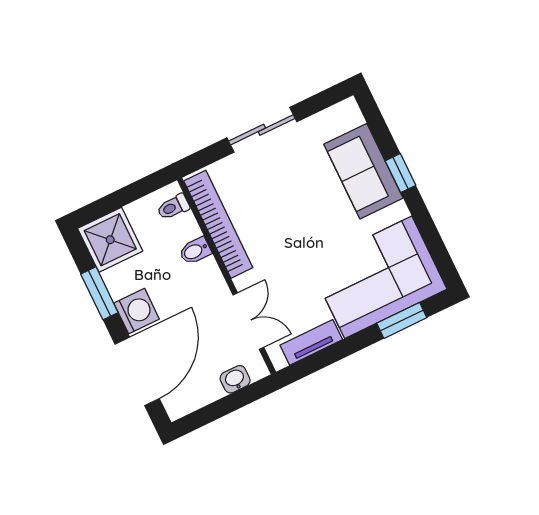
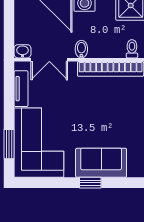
bidet: (195, 251) -> (81, 49), moved
washbasin: (235, 379) -> (22, 51), moved, turned -90

